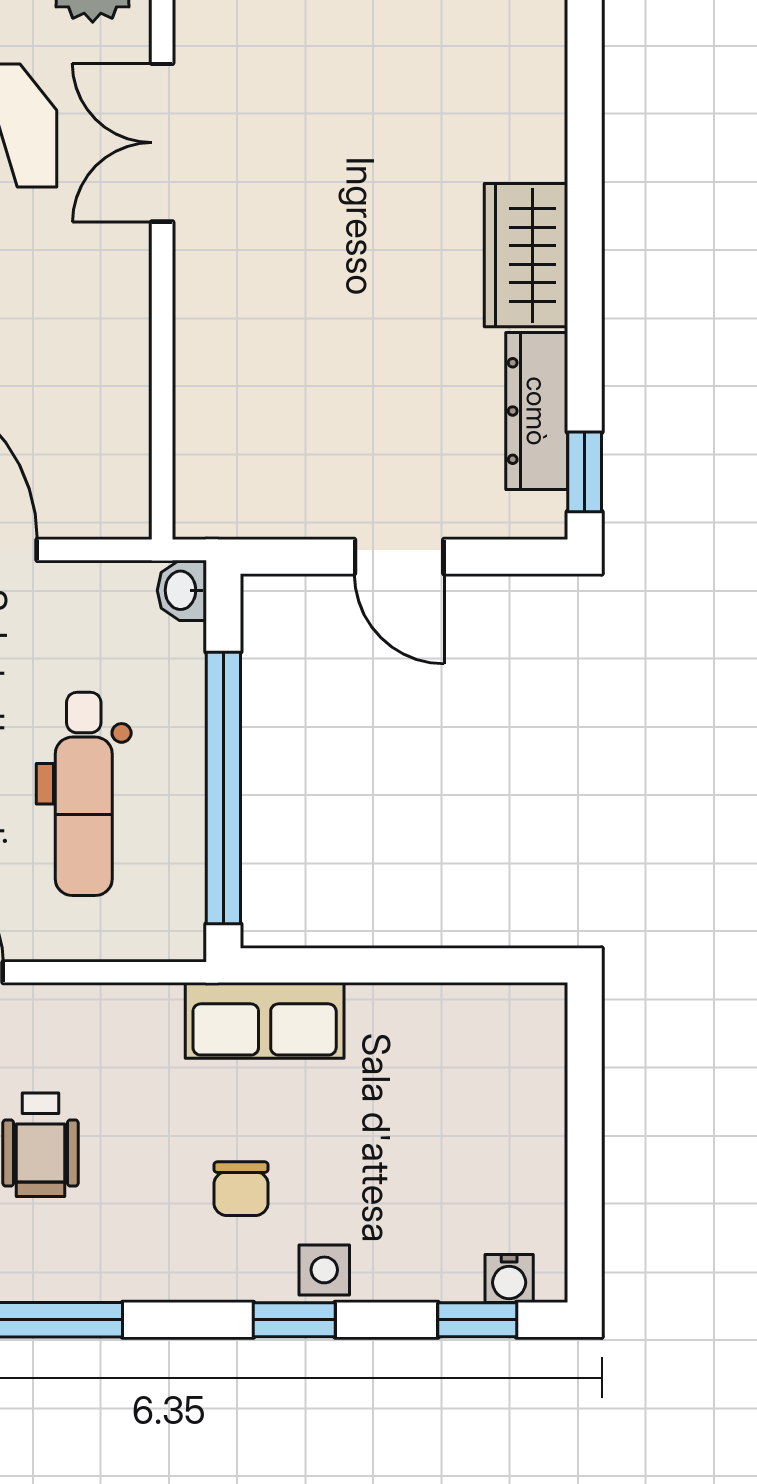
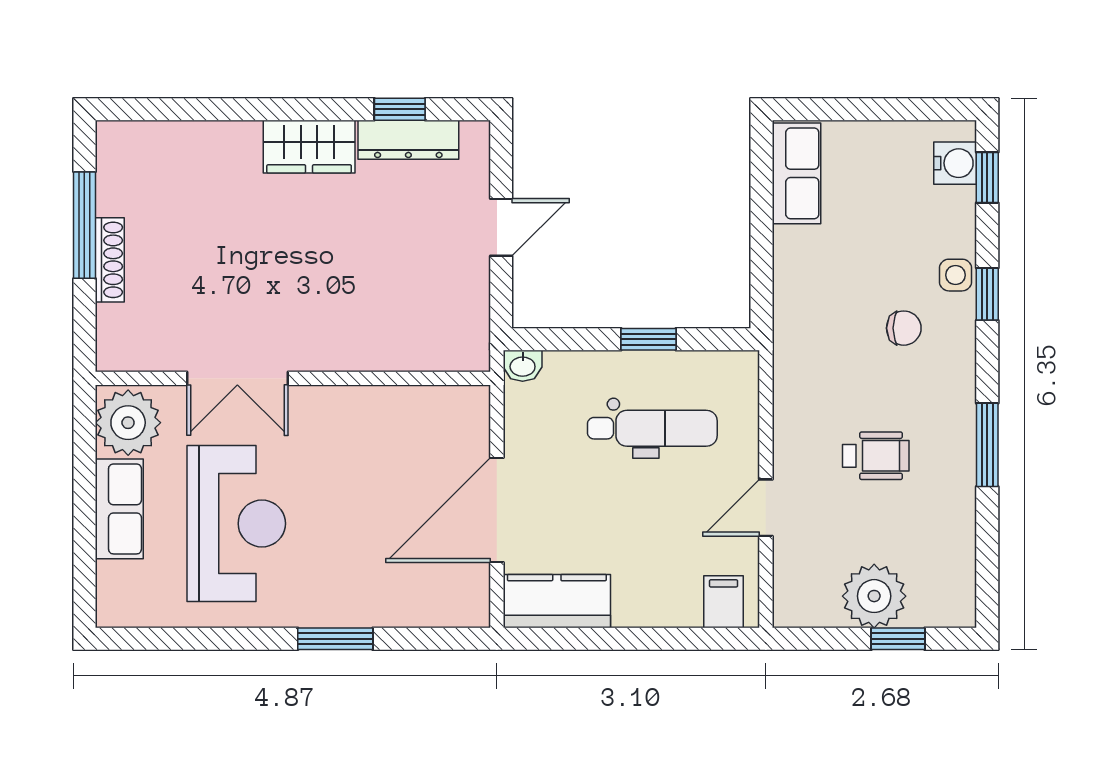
window: (585, 472) -> (400, 109), moved
window: (223, 788) -> (648, 339), width x0.32
row of seats: (265, 1020) -> (797, 173), moved
water cooler: (509, 1279) -> (955, 163), width x1.38, depth x1.38

